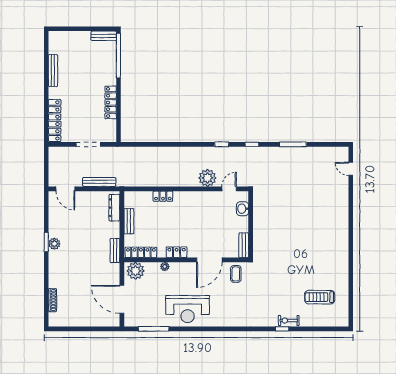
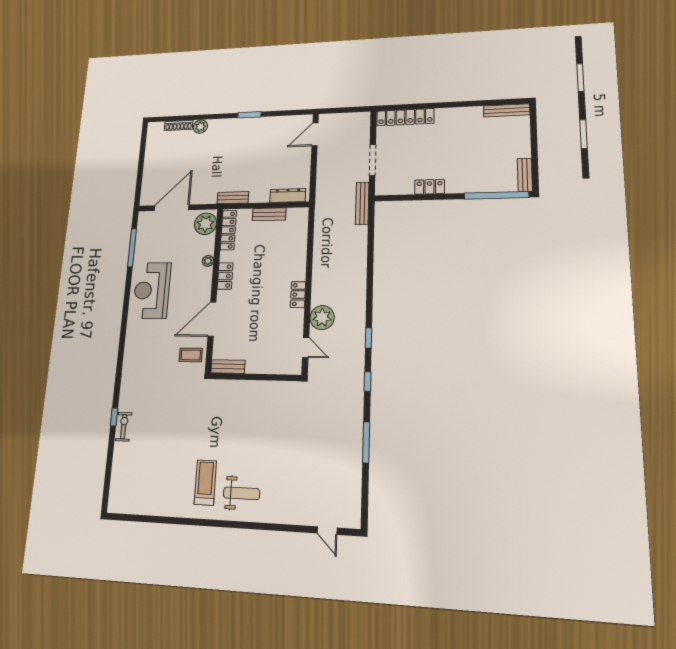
bench: (53, 71) -> (507, 110), moved
locker: (111, 102) -> (430, 187), width x0.66
door: (351, 169) -> (327, 531), swing flipped
bench: (99, 182) -> (362, 203), moved
locker: (163, 196) -> (298, 295), moved
washbasin: (243, 209) -> (277, 366), removed
weight bench: (330, 229) -> (242, 493), added
plant: (54, 244) -> (200, 127), moved
door: (209, 260) -> (212, 319), hinge flipped
treadmill: (320, 297) -> (205, 483), moved

